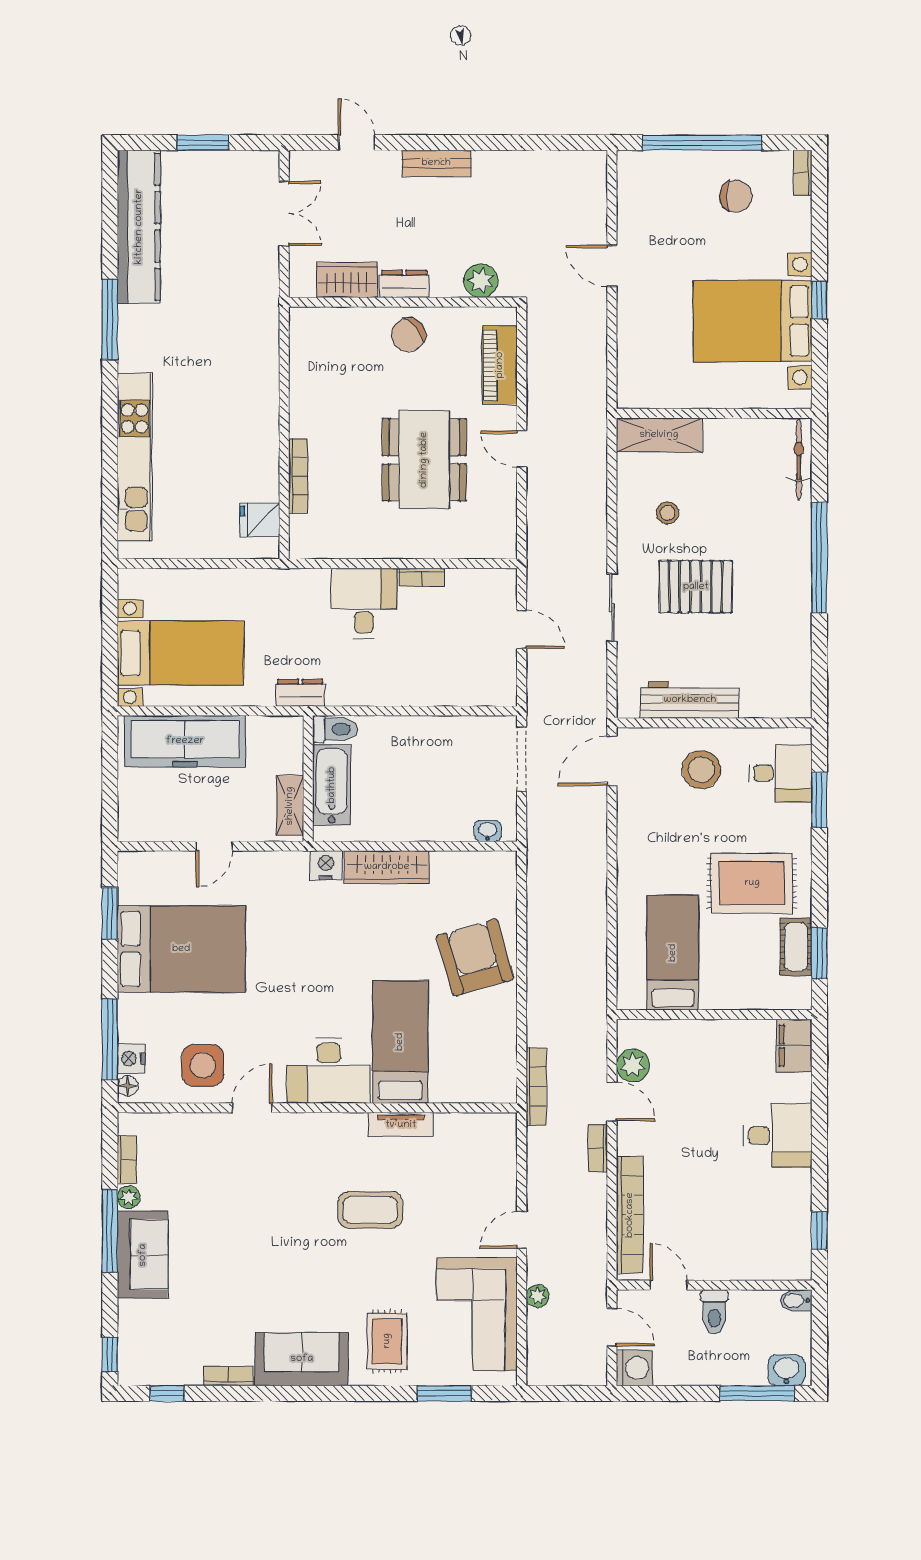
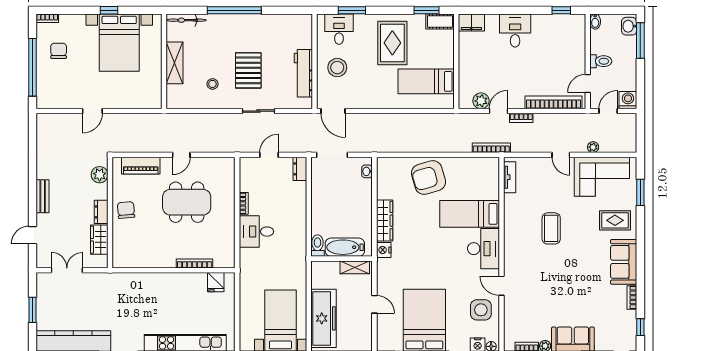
chair: (408, 335) -> (126, 210), turned -146
shelving: (659, 435) -> (175, 63), moved
dresser: (300, 693) -> (300, 169), moved
cot: (796, 947) -> (440, 22), moved
tv unit: (401, 1125) -> (510, 177), moved

